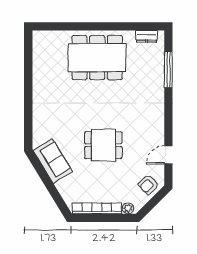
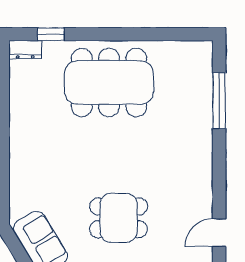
window: (59, 26) -> (51, 34), added
dresser: (147, 36) -> (25, 50), moved

